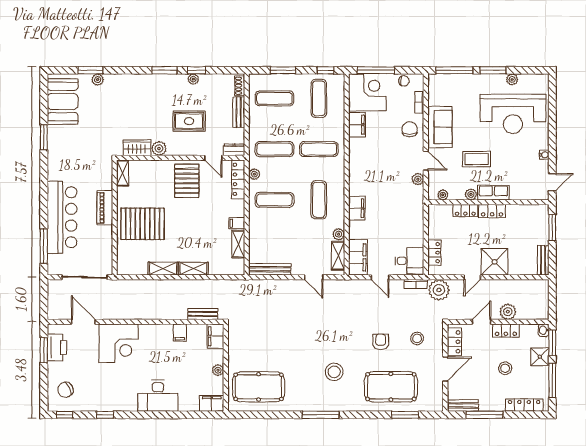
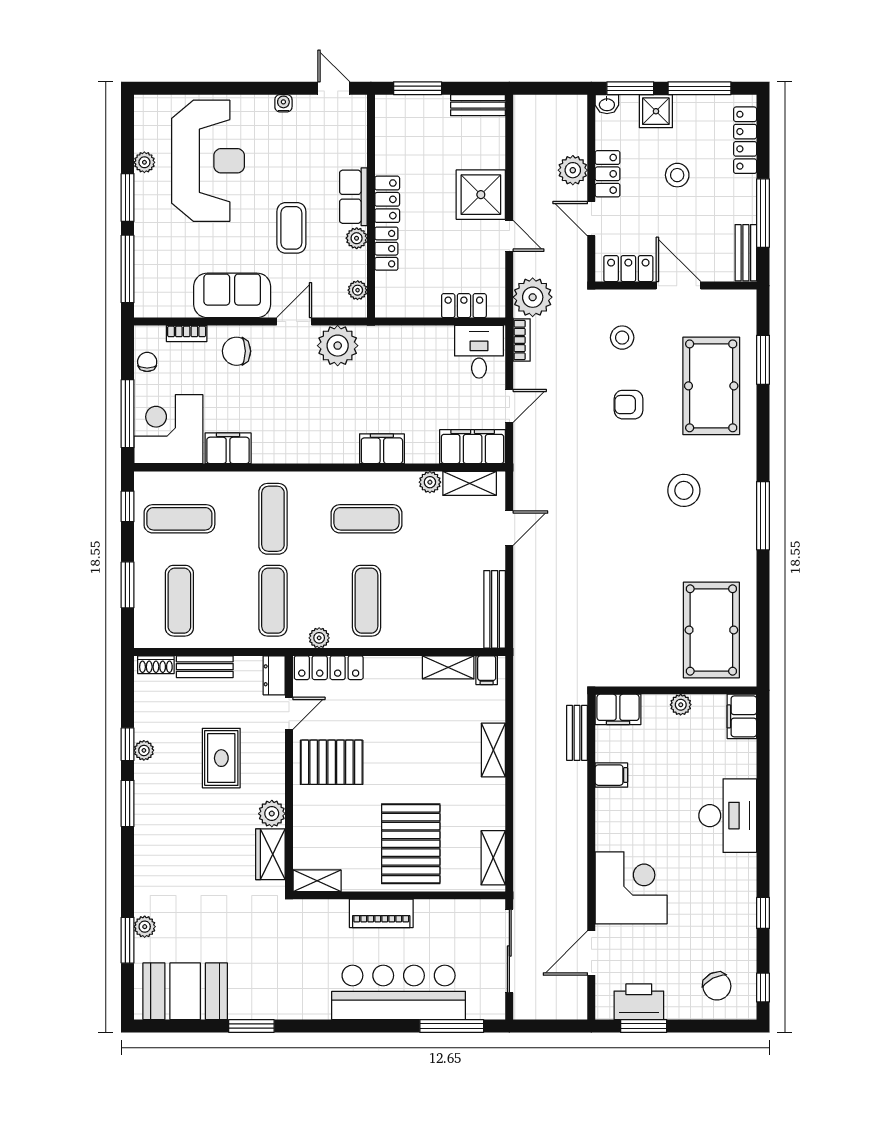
plant: (418, 179) -> (338, 346), width x1.88, depth x1.88
filing cabinet: (237, 223) -> (487, 670), moved
shelving: (163, 269) -> (493, 858), moved

